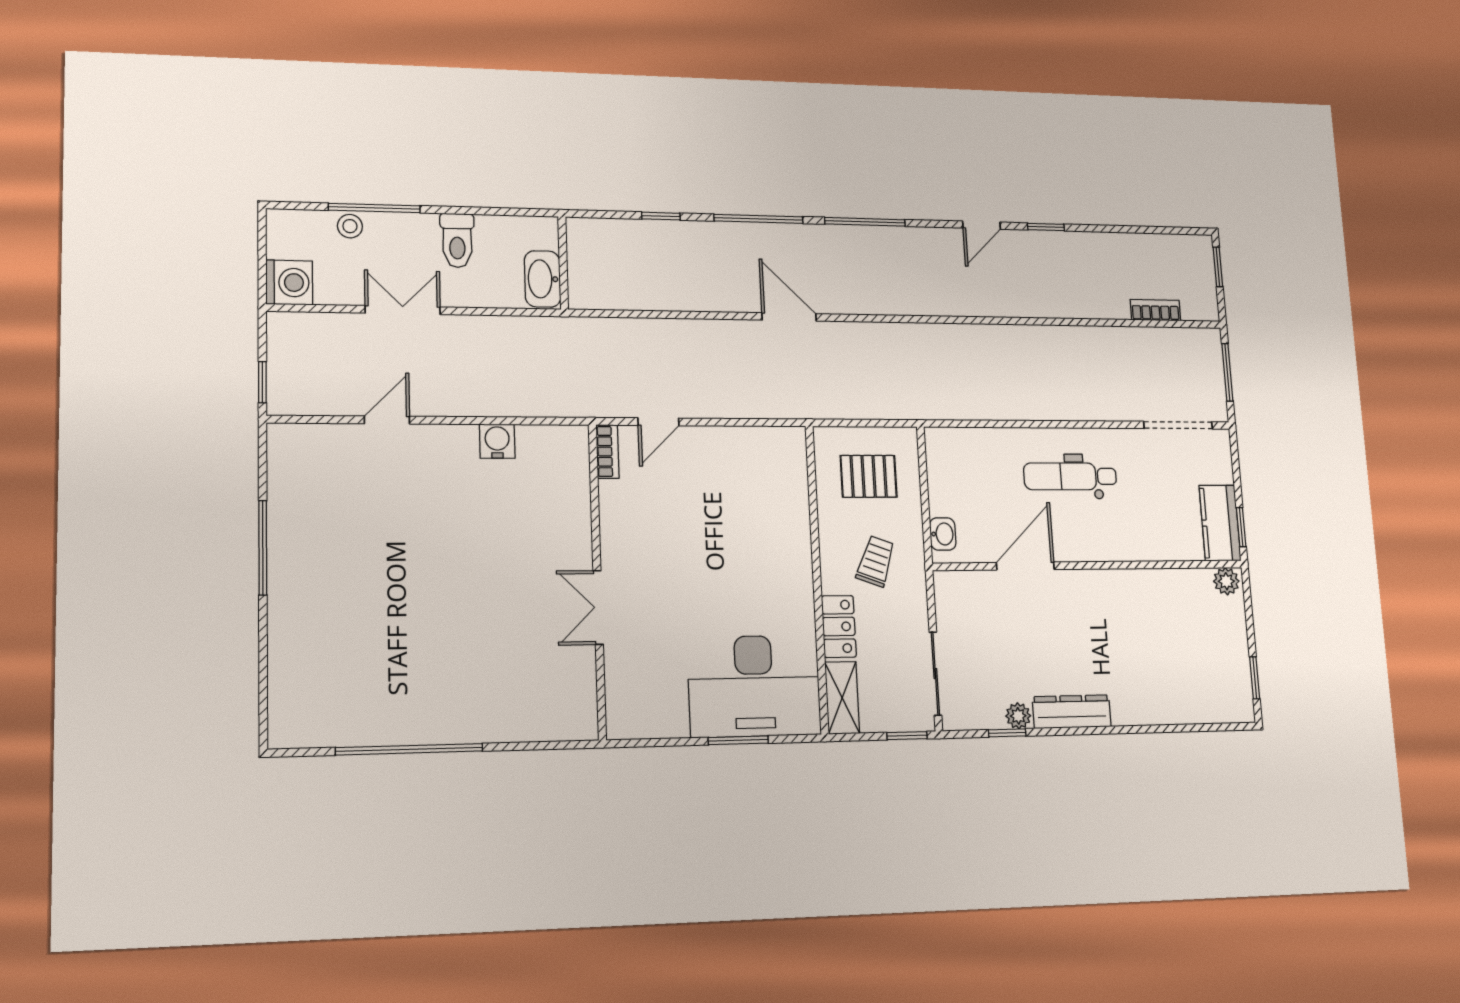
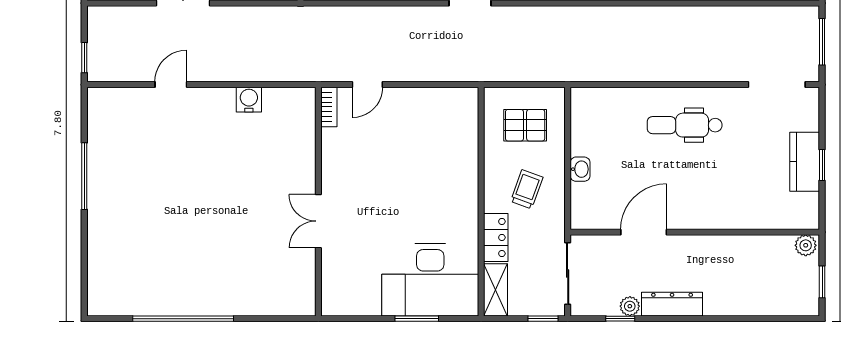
wall: (1089, 565) -> (695, 232), moved
door: (1025, 566) -> (644, 232), moved
plant: (1226, 581) -> (806, 245), moved

